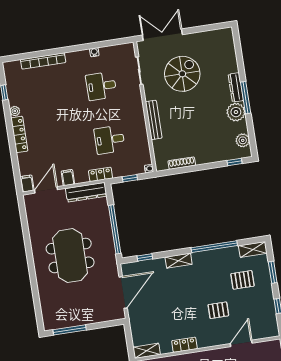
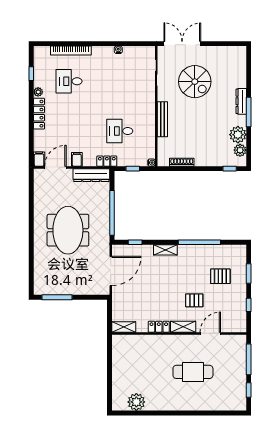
spiral stairs: (182, 74) -> (195, 82), turned 90
desk: (101, 86) -> (69, 81), moved
plant: (236, 112) -> (238, 135), moved
shelving: (253, 249) -> (183, 327), moved

